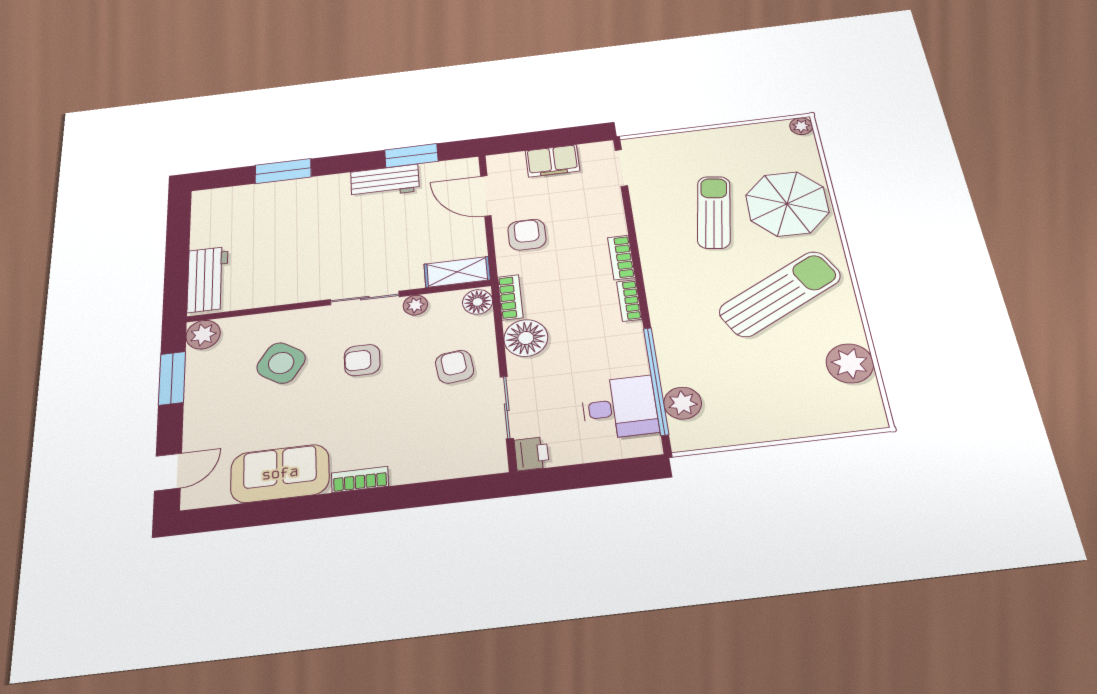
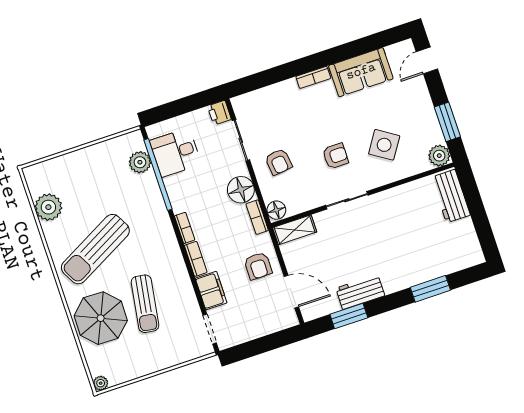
filing cabinet: (552, 161) -> (211, 291), moved, turned 90
plant: (415, 305) -> (314, 201), removed

